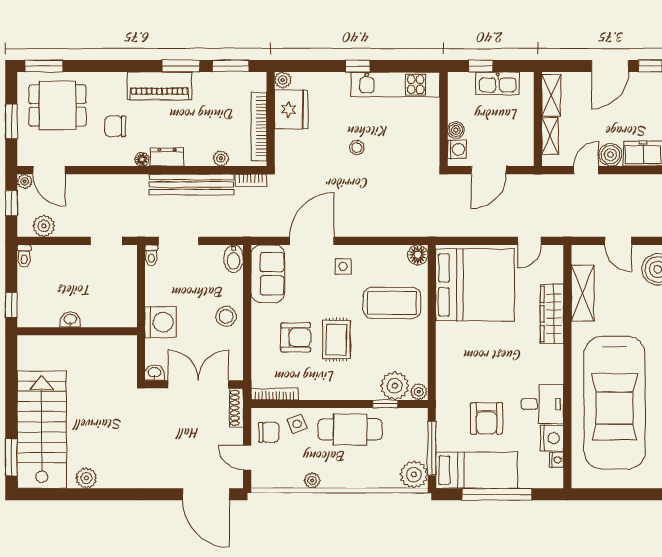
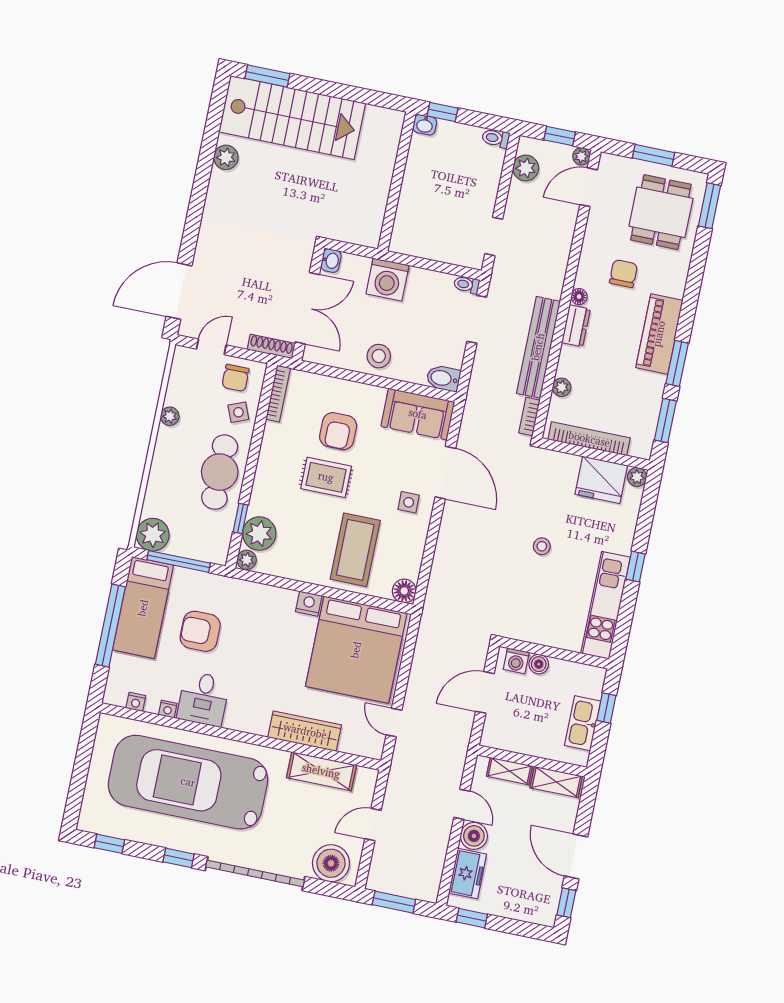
door: (489, 170) -> (485, 692), hinge flipped
washbasin: (70, 320) -> (425, 125), moved, turned 90
nightstand: (445, 332) -> (309, 604), added
nightstand: (552, 438) -> (168, 709), width x0.53, depth x0.56

